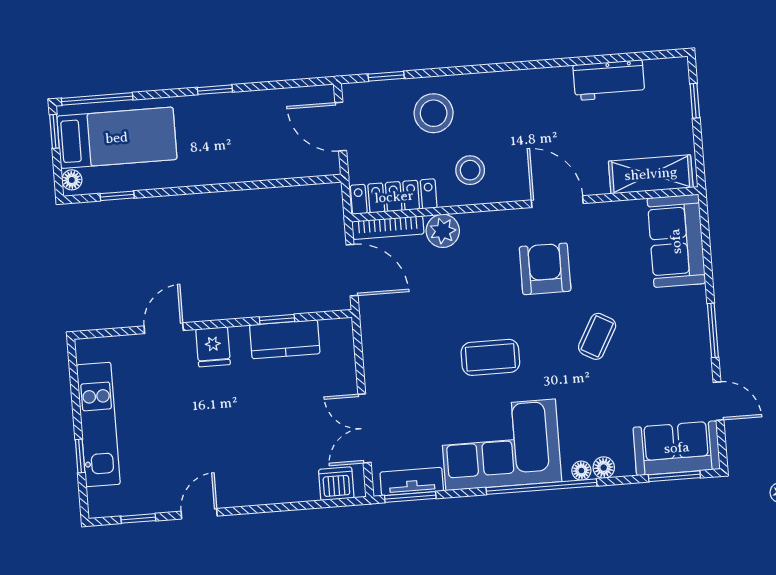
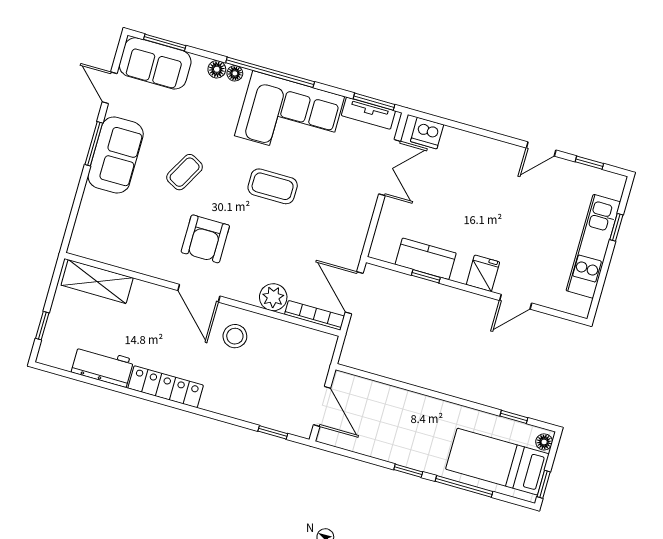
window: (97, 99) -> (464, 486), moved
stool: (434, 113) -> (247, 390), removed
locker: (394, 197) -> (166, 387), moved, turned 180
door: (557, 202) -> (199, 293), moved
sofa: (676, 241) -> (116, 155), moved

